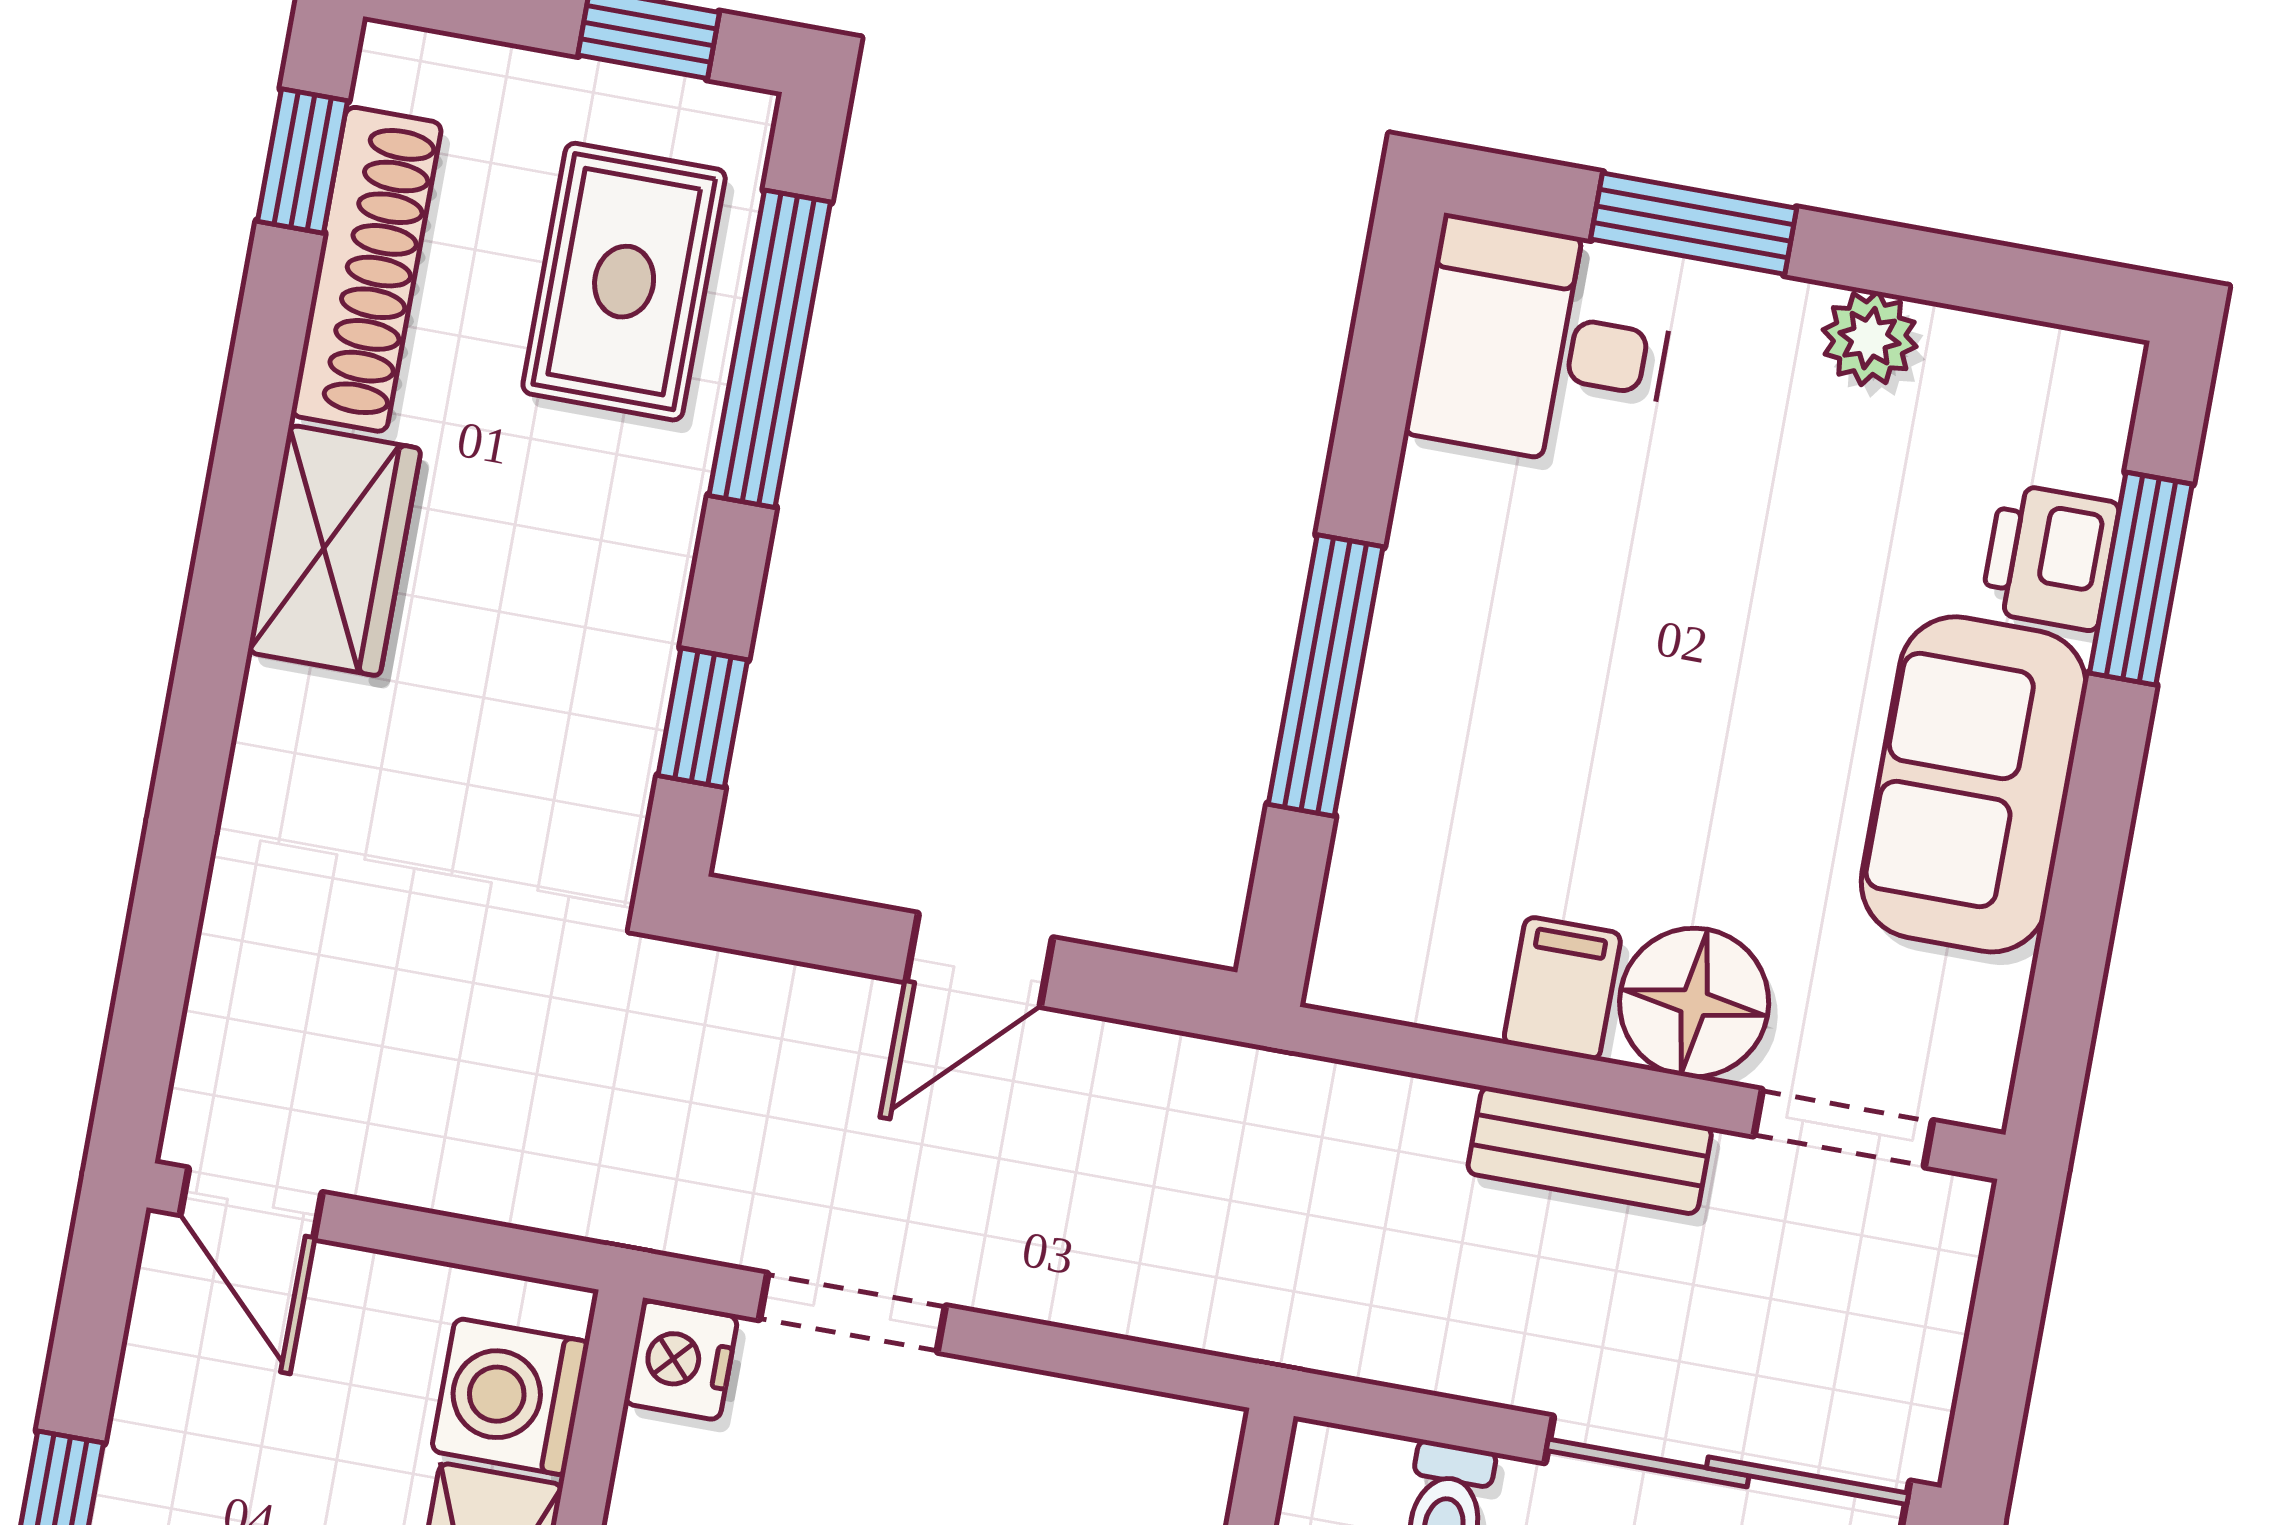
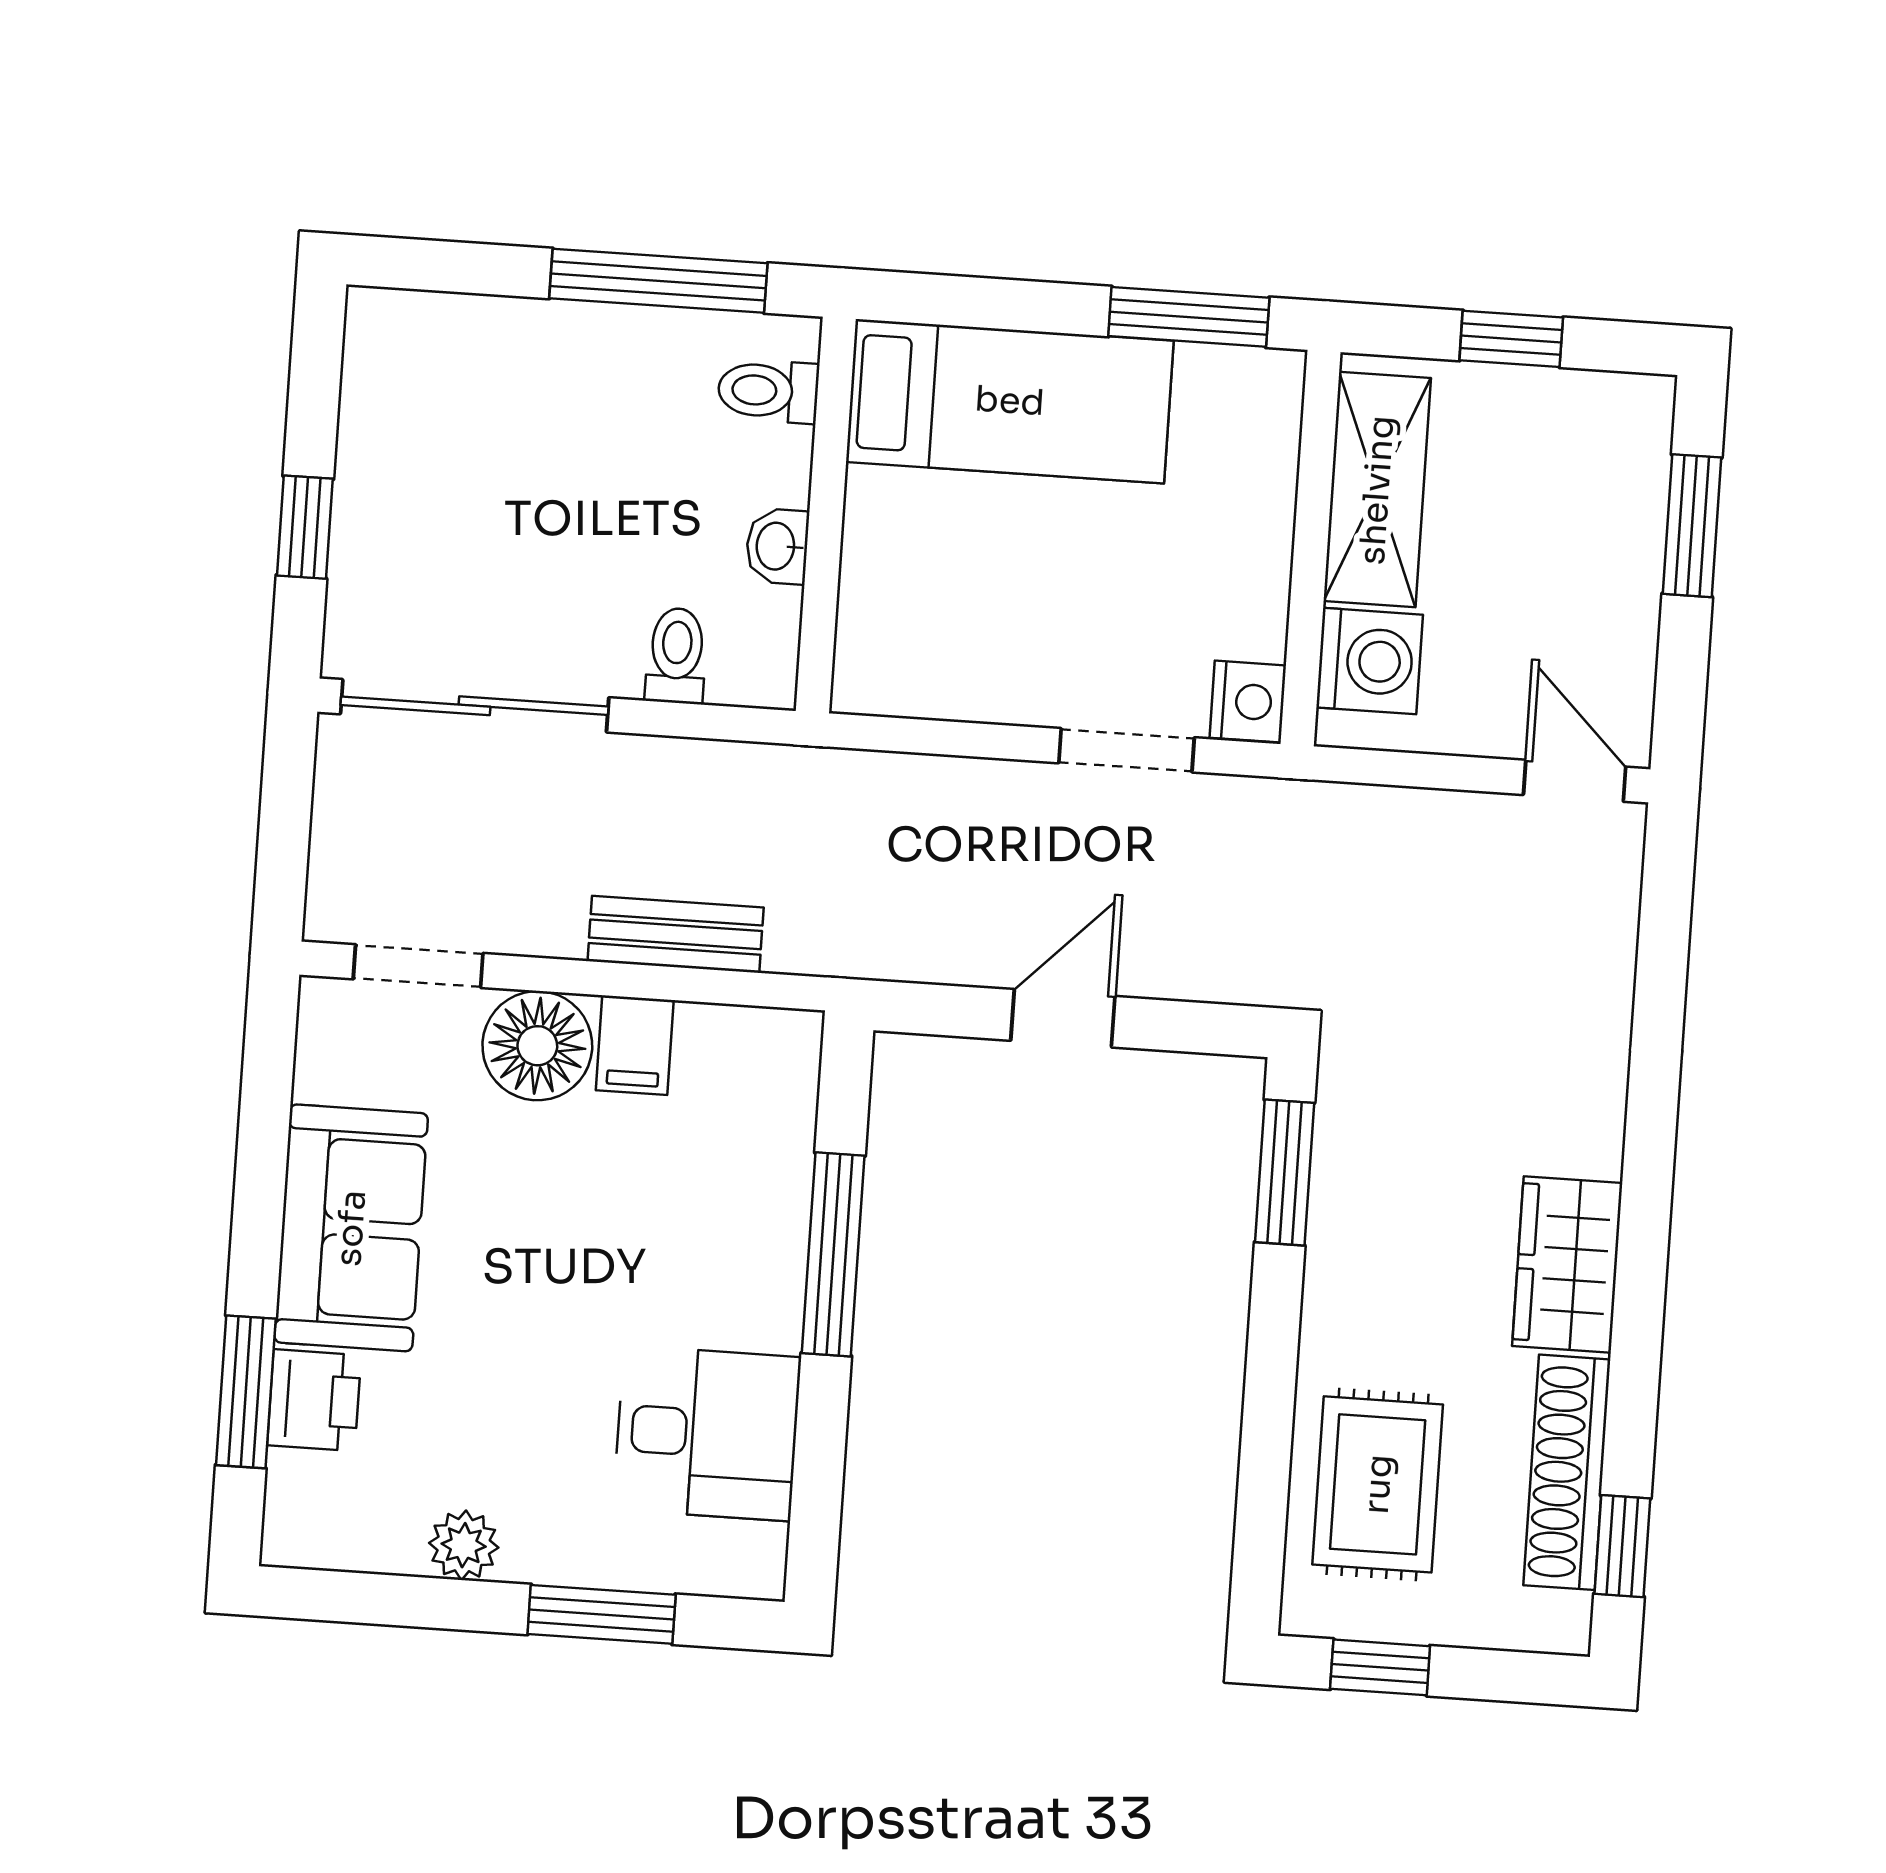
desk: (1543, 345) -> (707, 1433), moved
window: (770, 349) -> (1266, 1447), removed
window: (703, 718) -> (1285, 1173), width x1.50
bench: (1590, 1150) -> (676, 934), moved

